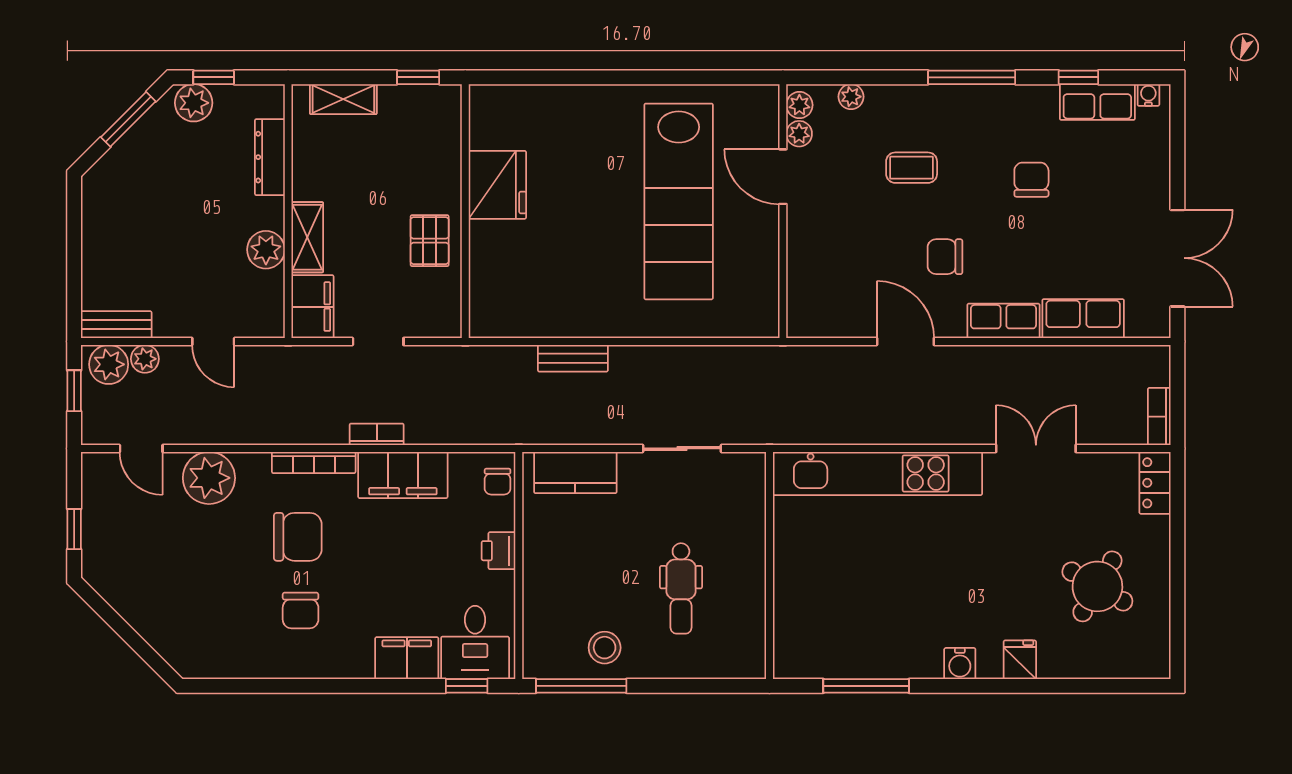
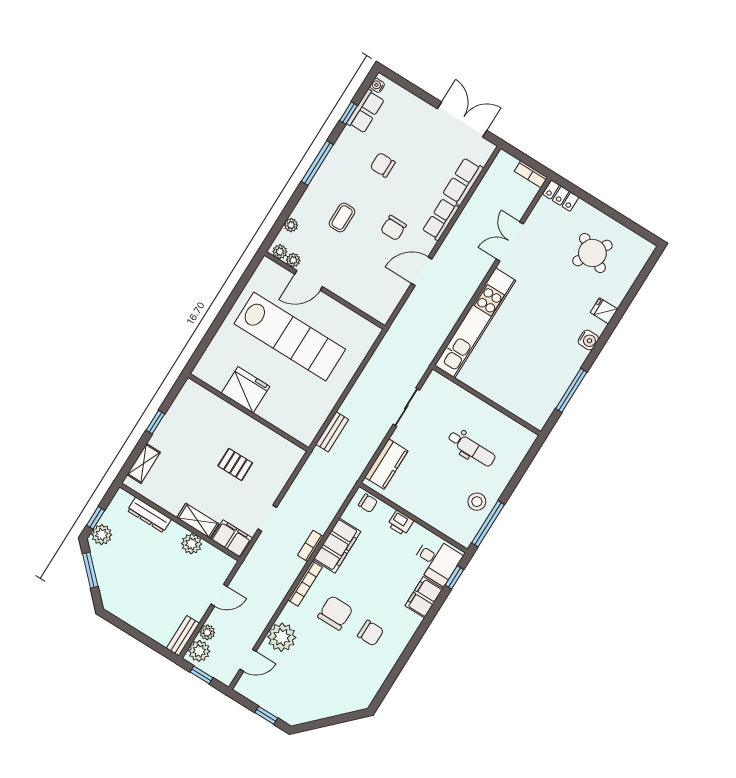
fridge: (497, 185) -> (246, 390), moved
wall: (465, 211) -> (248, 413), moved

